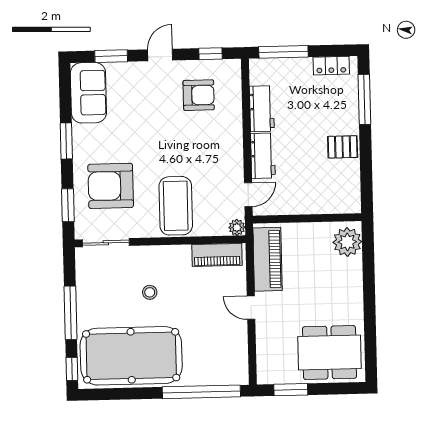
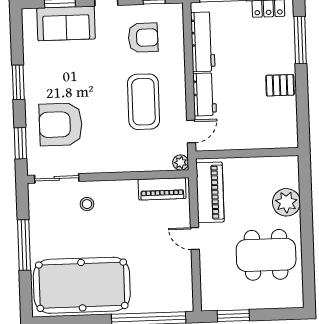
sofa: (88, 93) -> (66, 23), moved, turned 90
workbench: (262, 109) -> (203, 42), width x1.38
coffee table: (176, 206) -> (144, 102), moved
plant: (347, 242) -> (286, 202), moved
stool: (150, 292) -> (87, 204), moved
dining table: (329, 352) -> (266, 255), moved
window: (72, 369) -> (26, 298), removed

